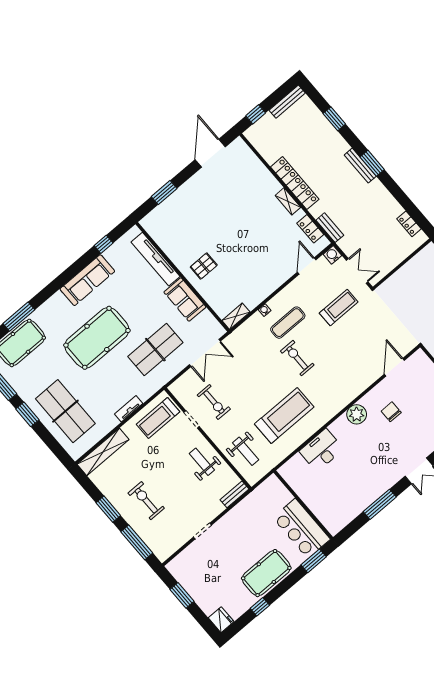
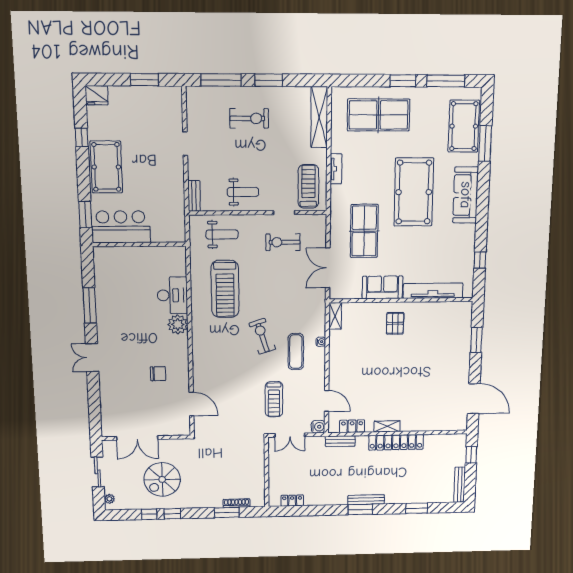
sofa: (87, 280) -> (466, 195), moved
exercise bike: (297, 358) -> (262, 336), turned -108
plant: (357, 414) -> (178, 324), moved
weight bench: (246, 451) -> (222, 234), turned 180

